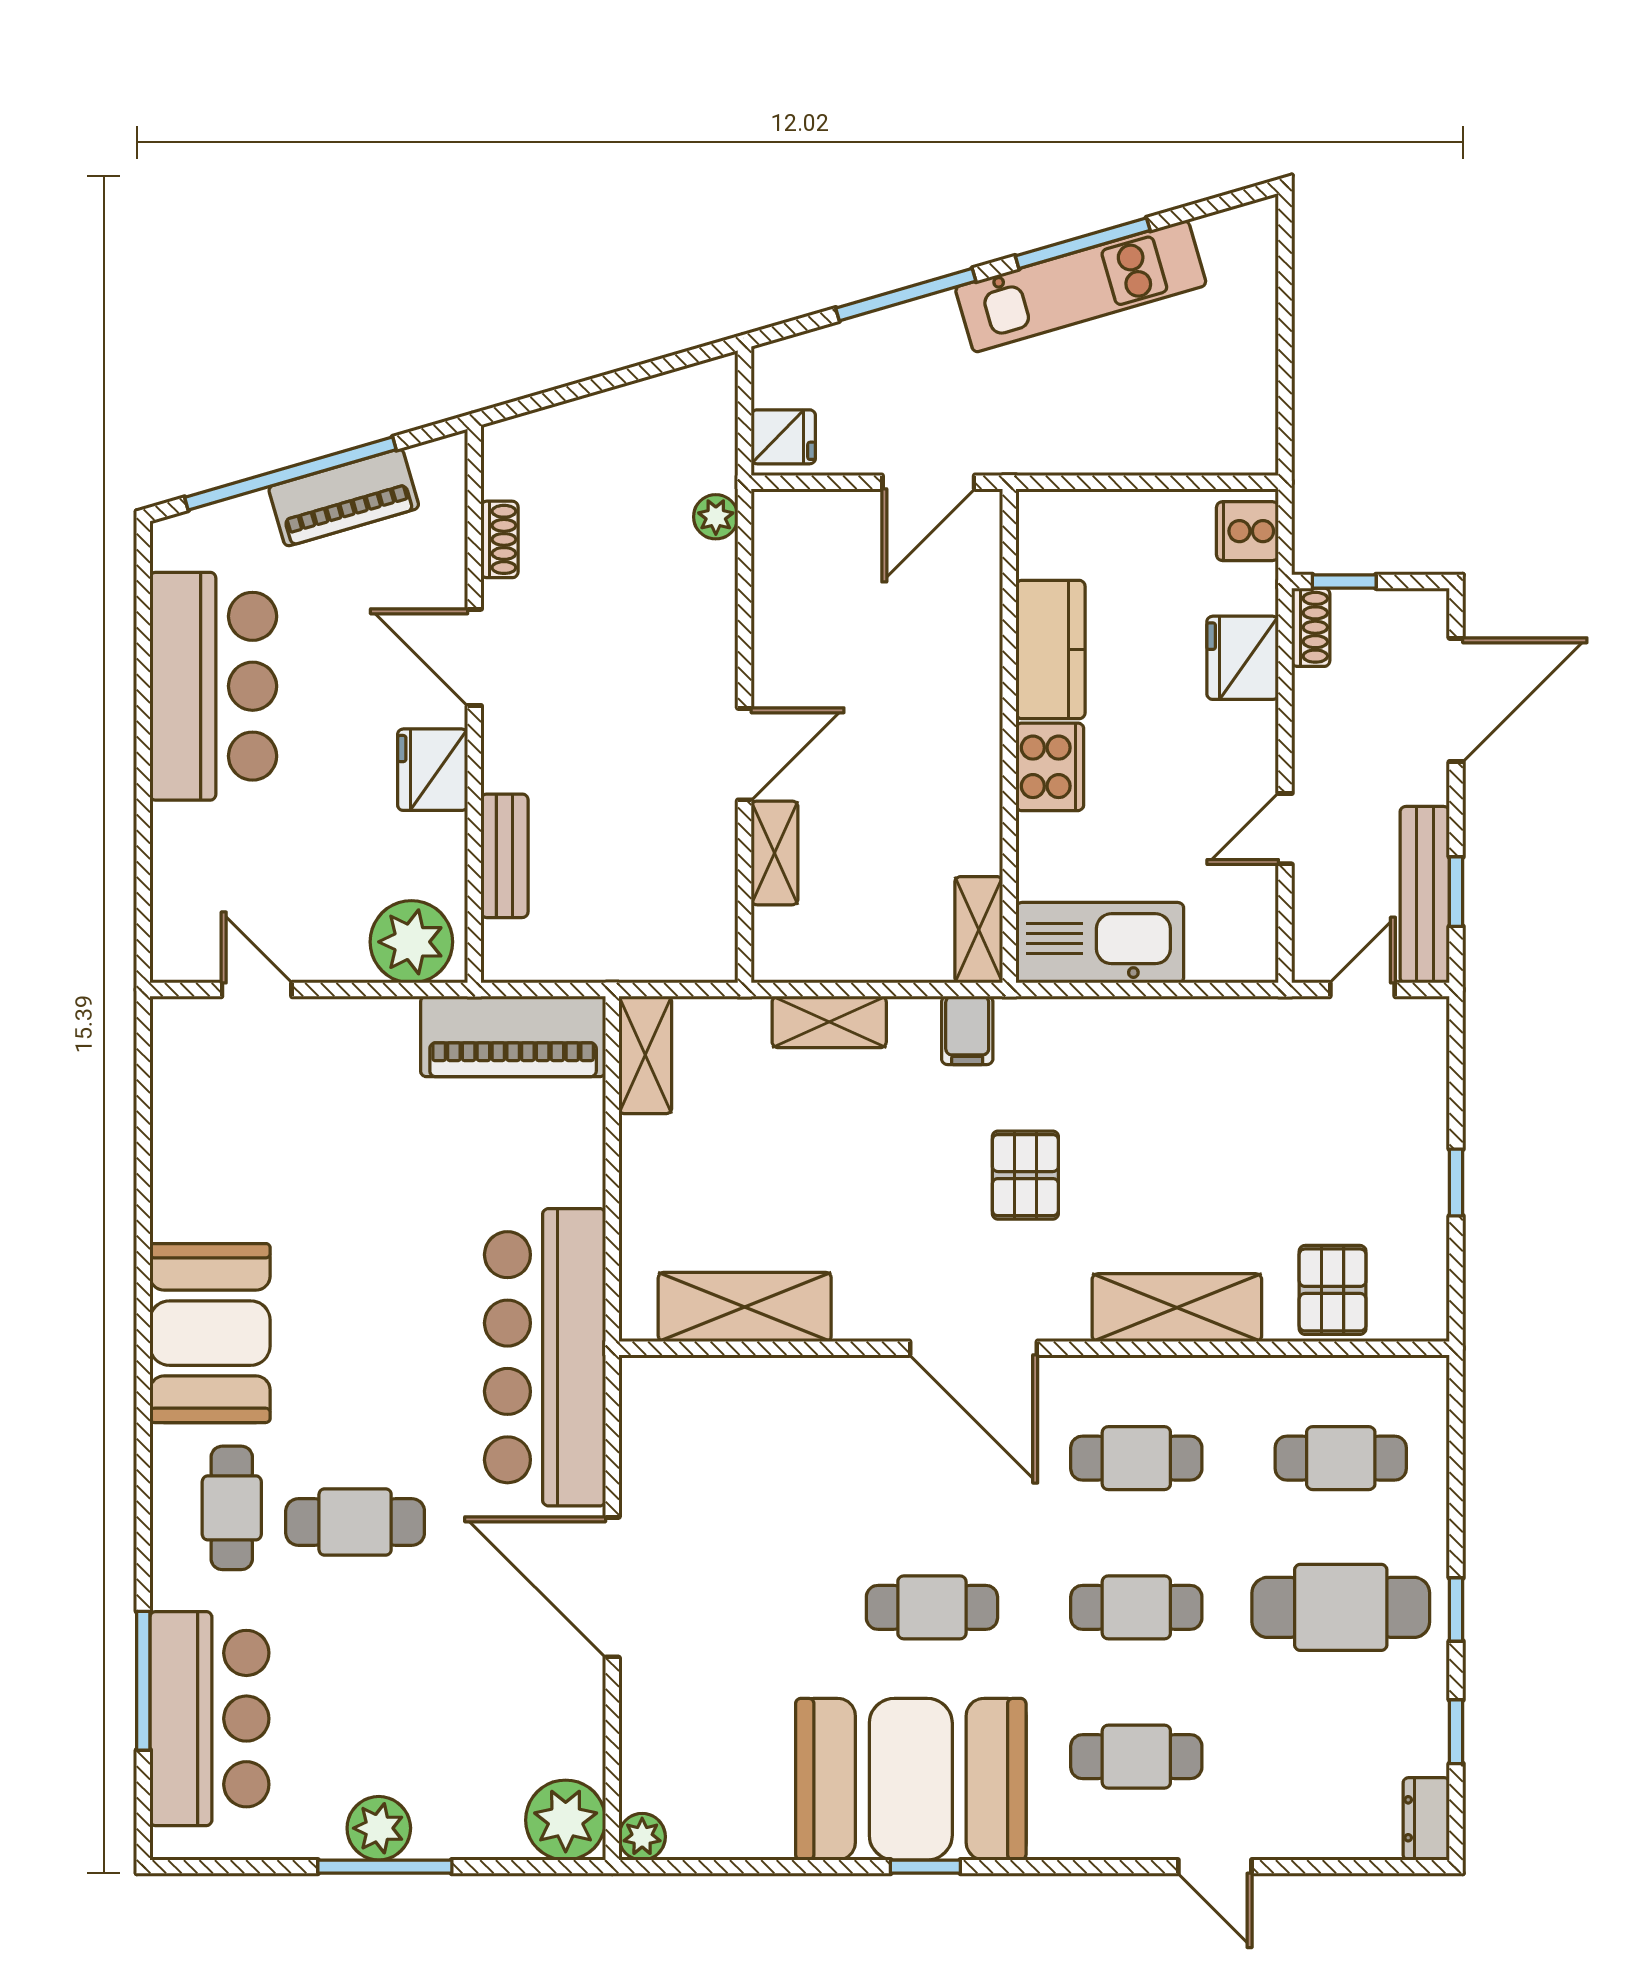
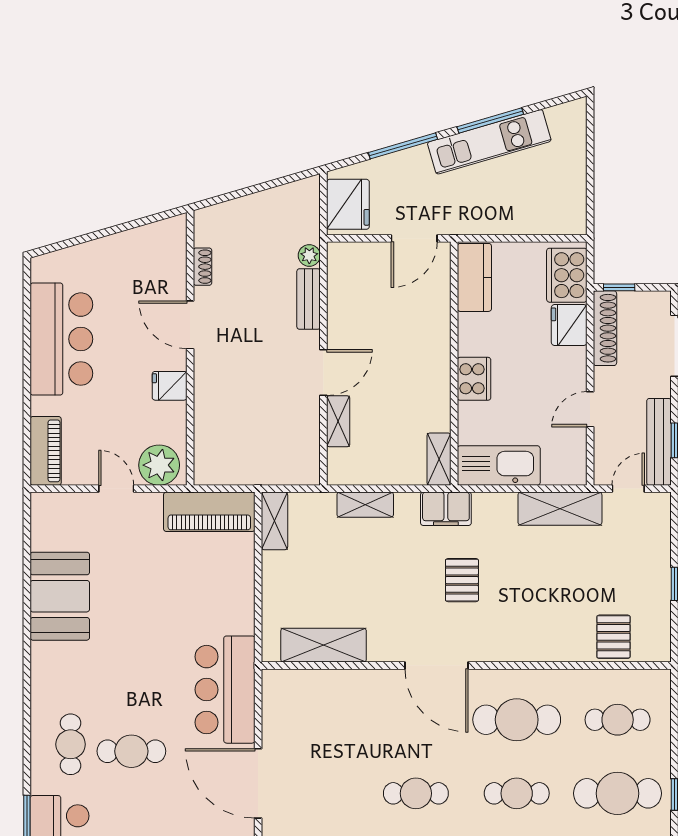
fridge: (783, 437) -> (348, 204), width x1.88, depth x1.34
window: (290, 474) -> (99, 234), removed
piano: (344, 497) -> (46, 451), moved, turned -74
cooker: (1247, 531) -> (567, 275), width x1.87, depth x1.31
shoe rack: (1311, 627) -> (605, 328), width x1.94, depth x1.24
kitchen counter: (1050, 650) -> (474, 277), moved
fridge: (433, 770) -> (170, 386), width x0.72
bench: (504, 856) -> (309, 299), moved
door: (257, 990) -> (116, 489), moved
filing cabinet: (967, 1030) -> (446, 509), width x2.00
shelving: (1177, 1308) -> (560, 509), moved
booth: (210, 1333) -> (60, 596), moved
bar counter: (545, 1357) -> (225, 690), width x0.73
cafe table: (1136, 1458) -> (517, 720), width x1.37, depth x1.35

